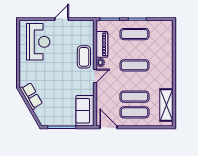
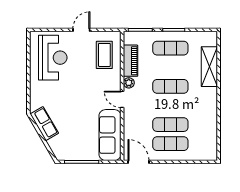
coffee table: (84, 57) -> (104, 55), moved
door: (95, 76) -> (122, 99), swing flipped
shelving: (166, 105) -> (209, 67), moved
sofa: (85, 111) -> (110, 135), width x1.36

